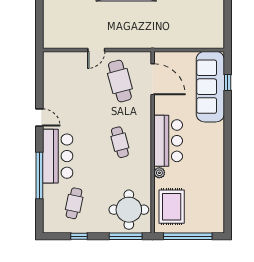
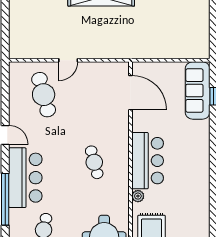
cafe table: (120, 81) -> (44, 95), moved
sofa: (210, 87) -> (198, 90), width x0.74, depth x0.79

